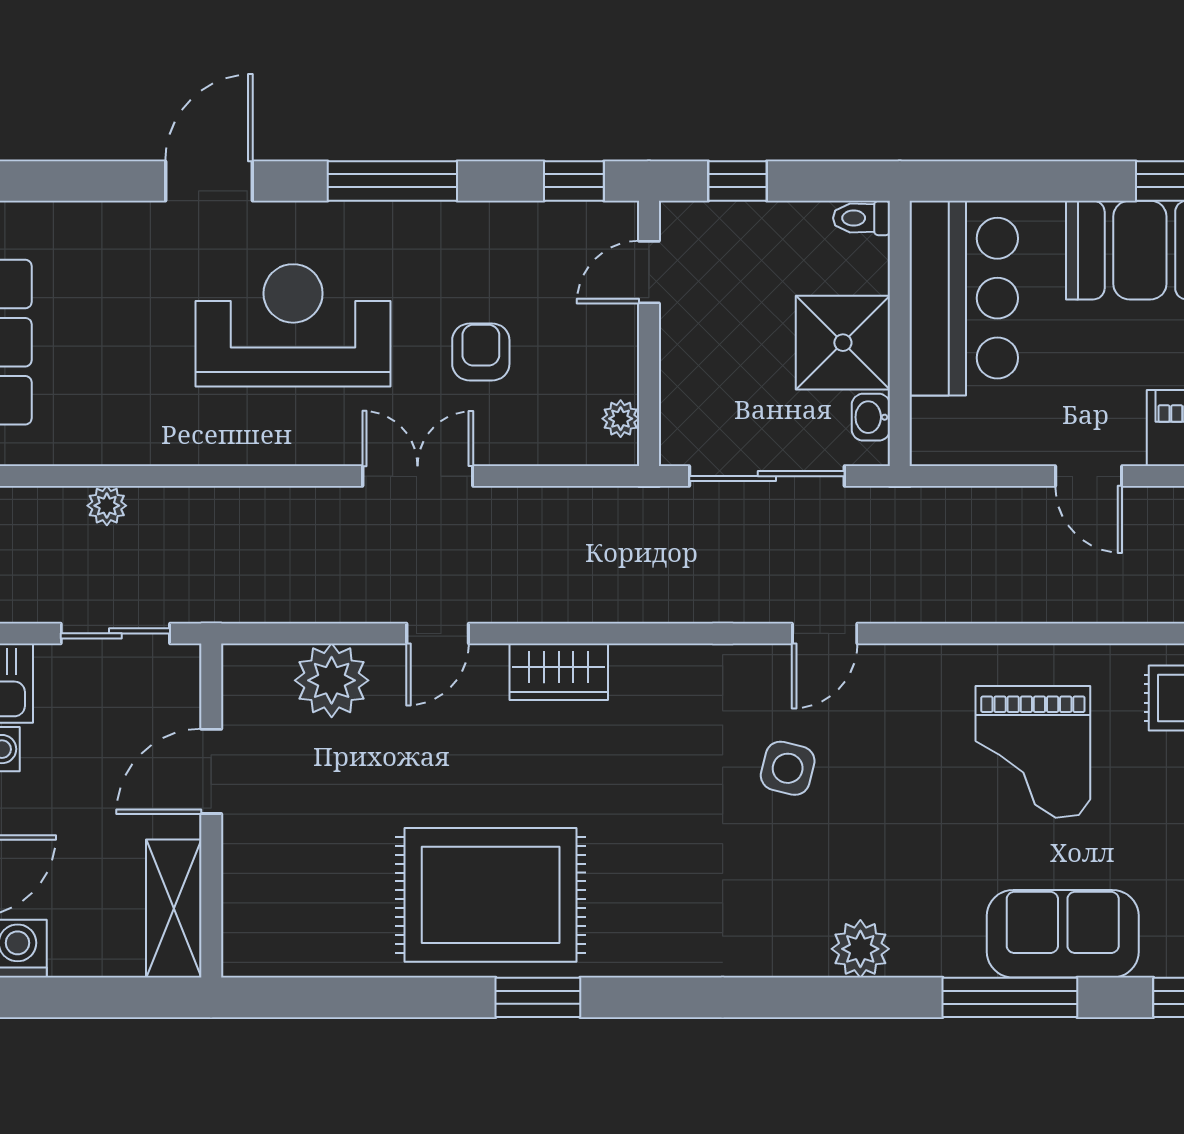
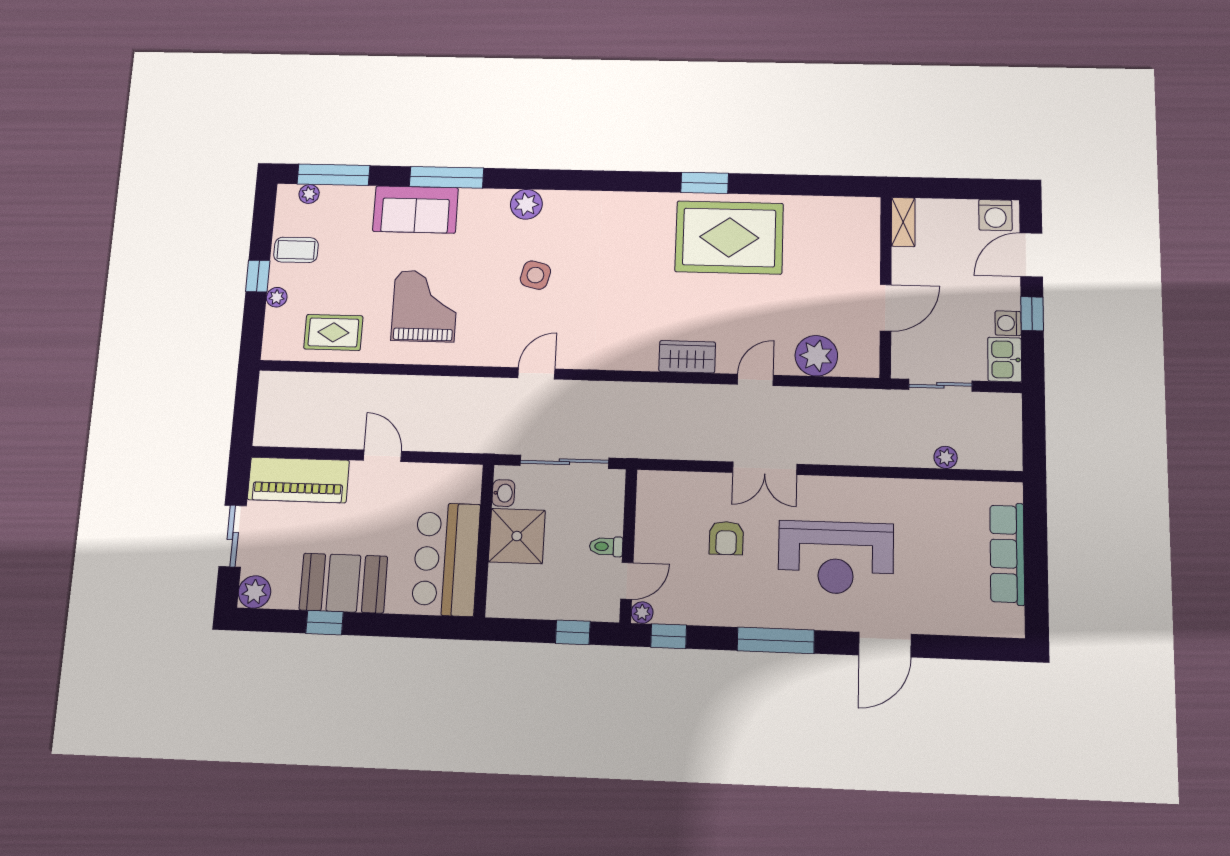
toilet: (862, 218) -> (606, 546), moved, turned 180
plant: (621, 419) -> (642, 613), moved
side table: (788, 768) -> (535, 275), moved
shelving: (174, 909) -> (903, 222), width x0.67, depth x0.75

